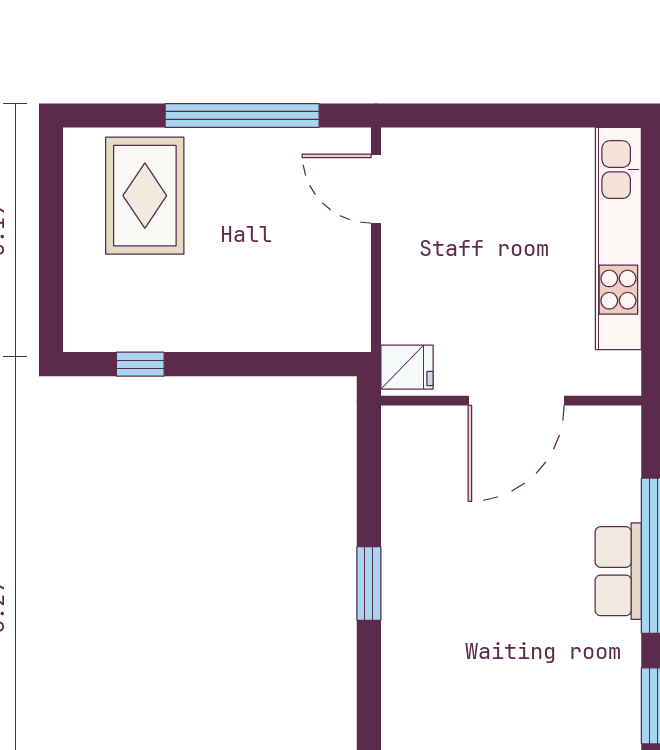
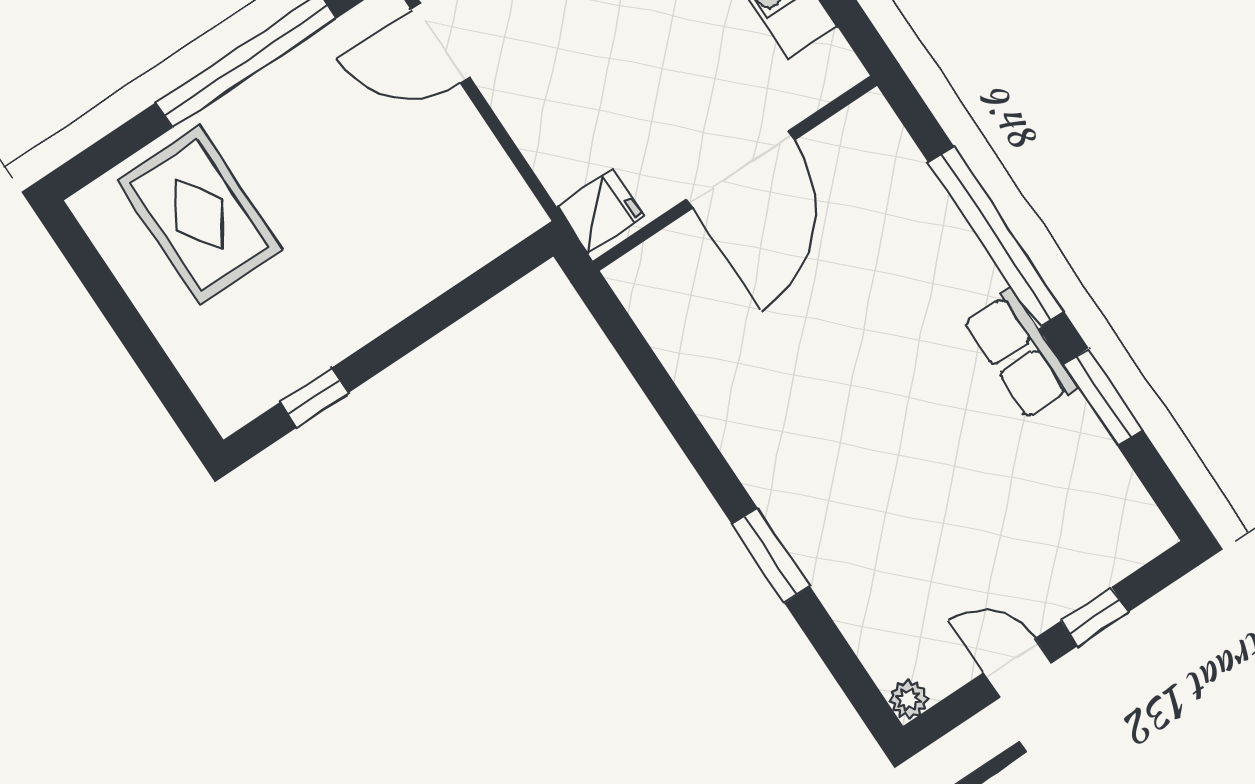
row of seats: (618, 571) -> (1020, 354), moved
window: (369, 584) -> (771, 555), moved

